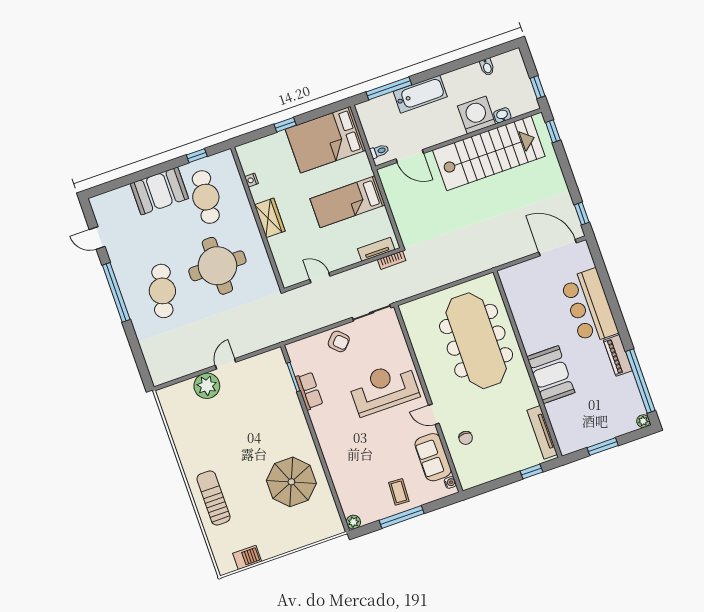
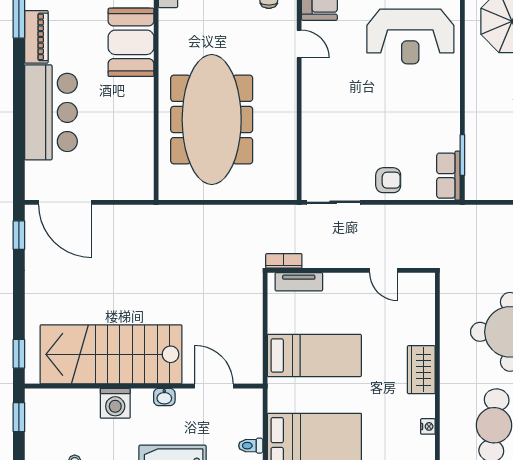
washing machine: (477, 115) -> (115, 403), width x0.73, depth x0.73
washbasin: (502, 115) -> (164, 397), moved
toilet: (379, 151) -> (251, 446), moved
armchair: (339, 341) -> (388, 180), turned 136
reception desk: (384, 388) -> (410, 36), moved
row of seats: (309, 391) -> (448, 176), moved

